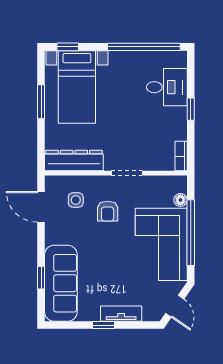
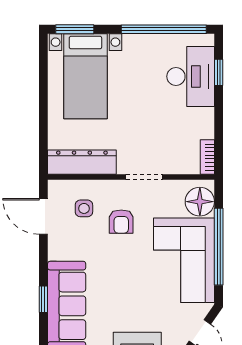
window: (68, 47) -> (75, 29), width x1.50
desk: (167, 87) -> (191, 76), width x1.37
window: (41, 102) -> (43, 94), removed
window: (191, 109) -> (219, 72), moved
floor lamp: (180, 200) -> (200, 202), width x1.89, depth x1.89

